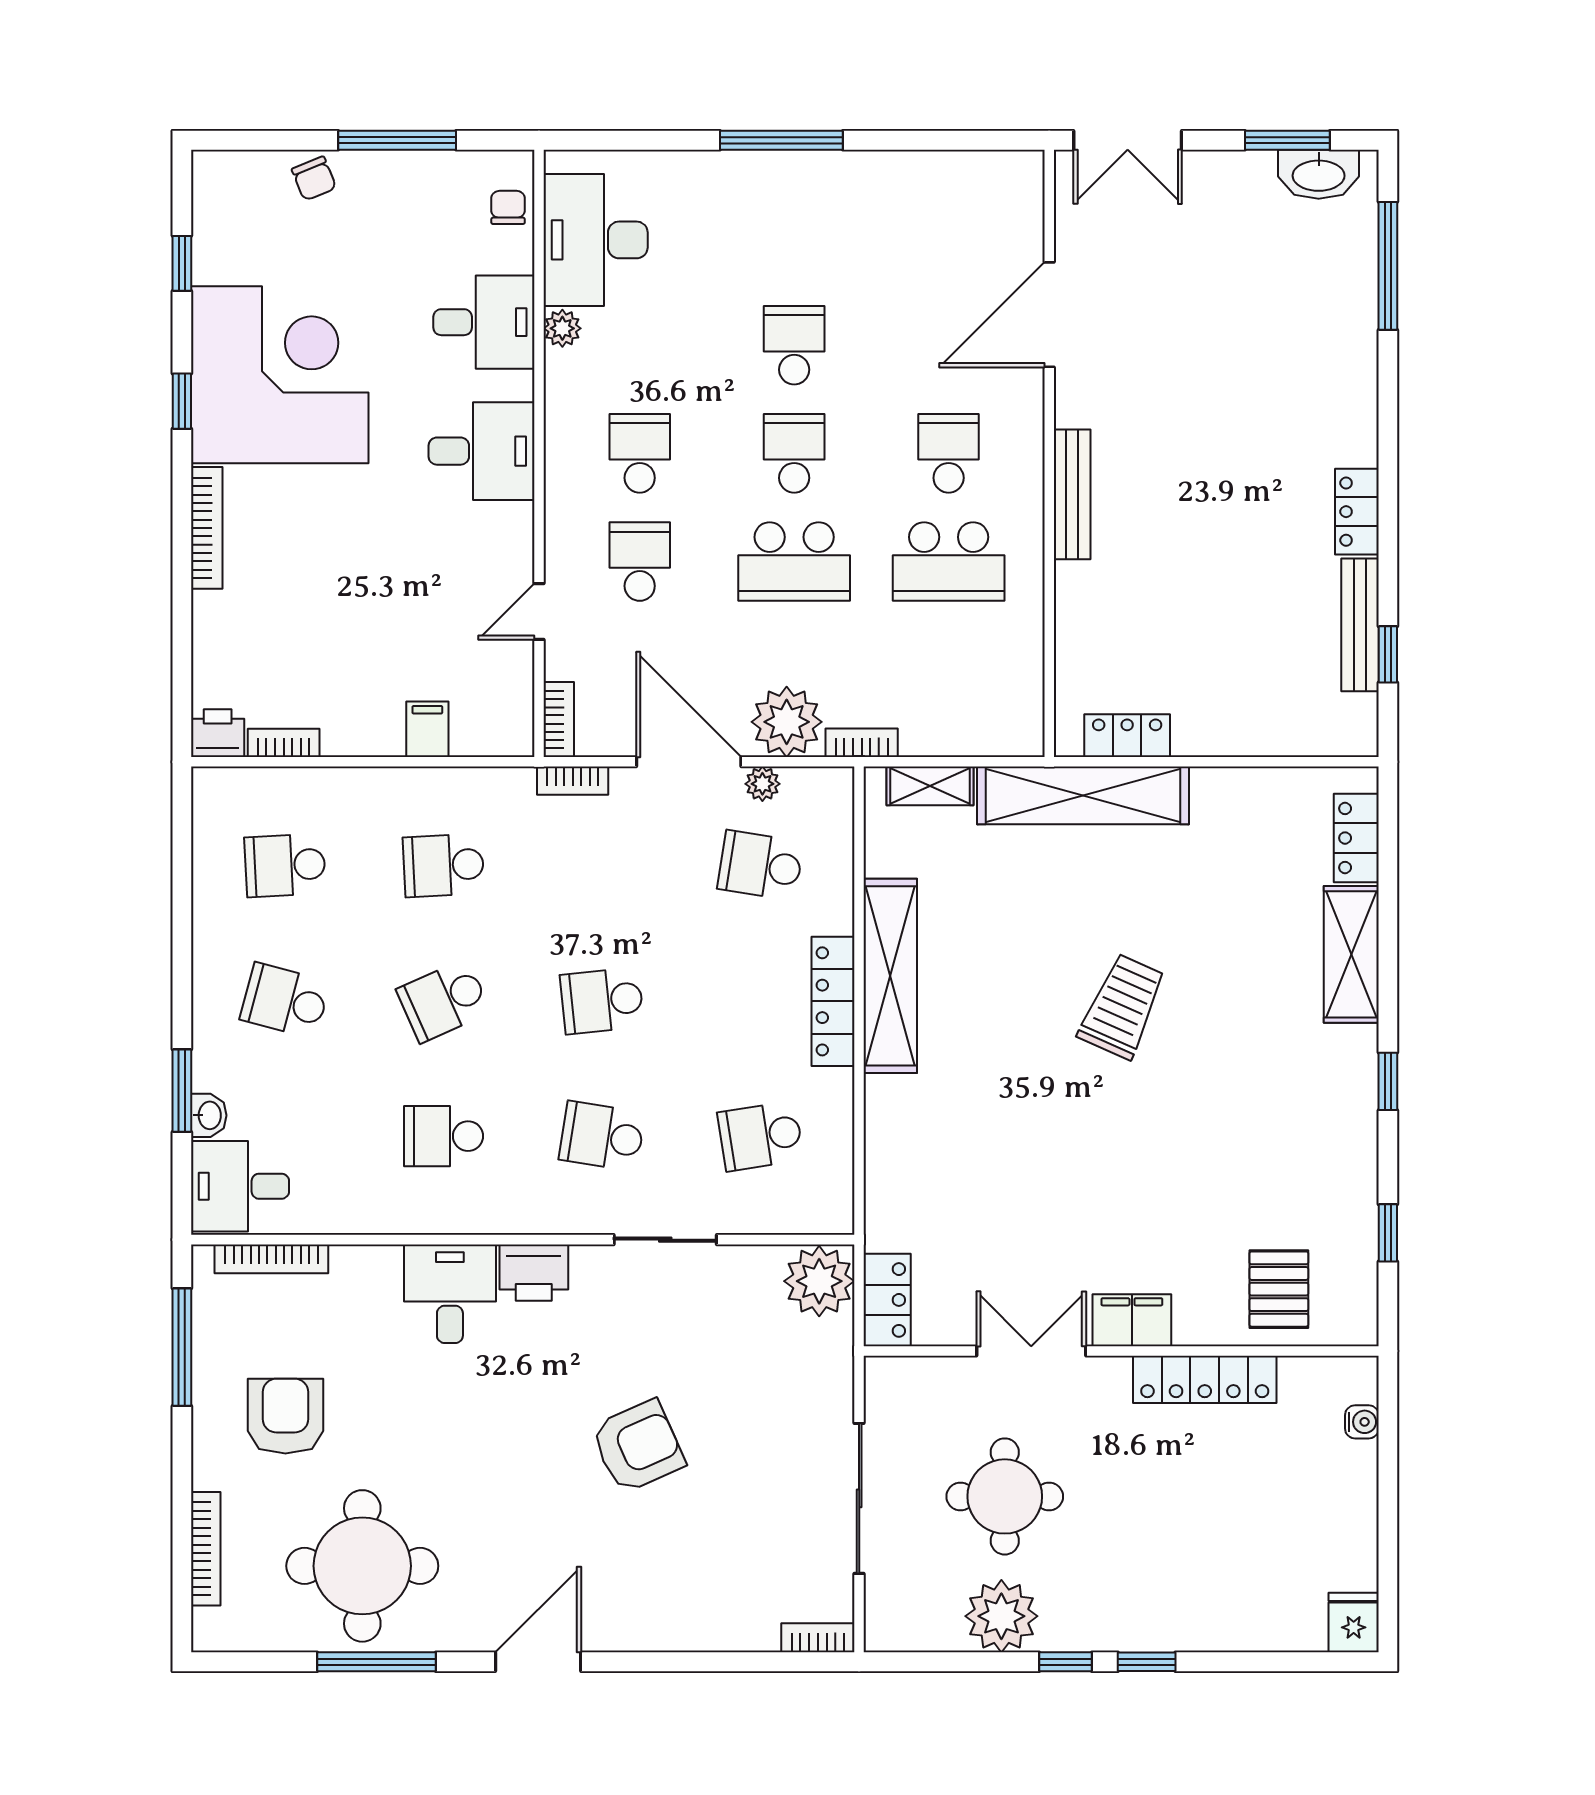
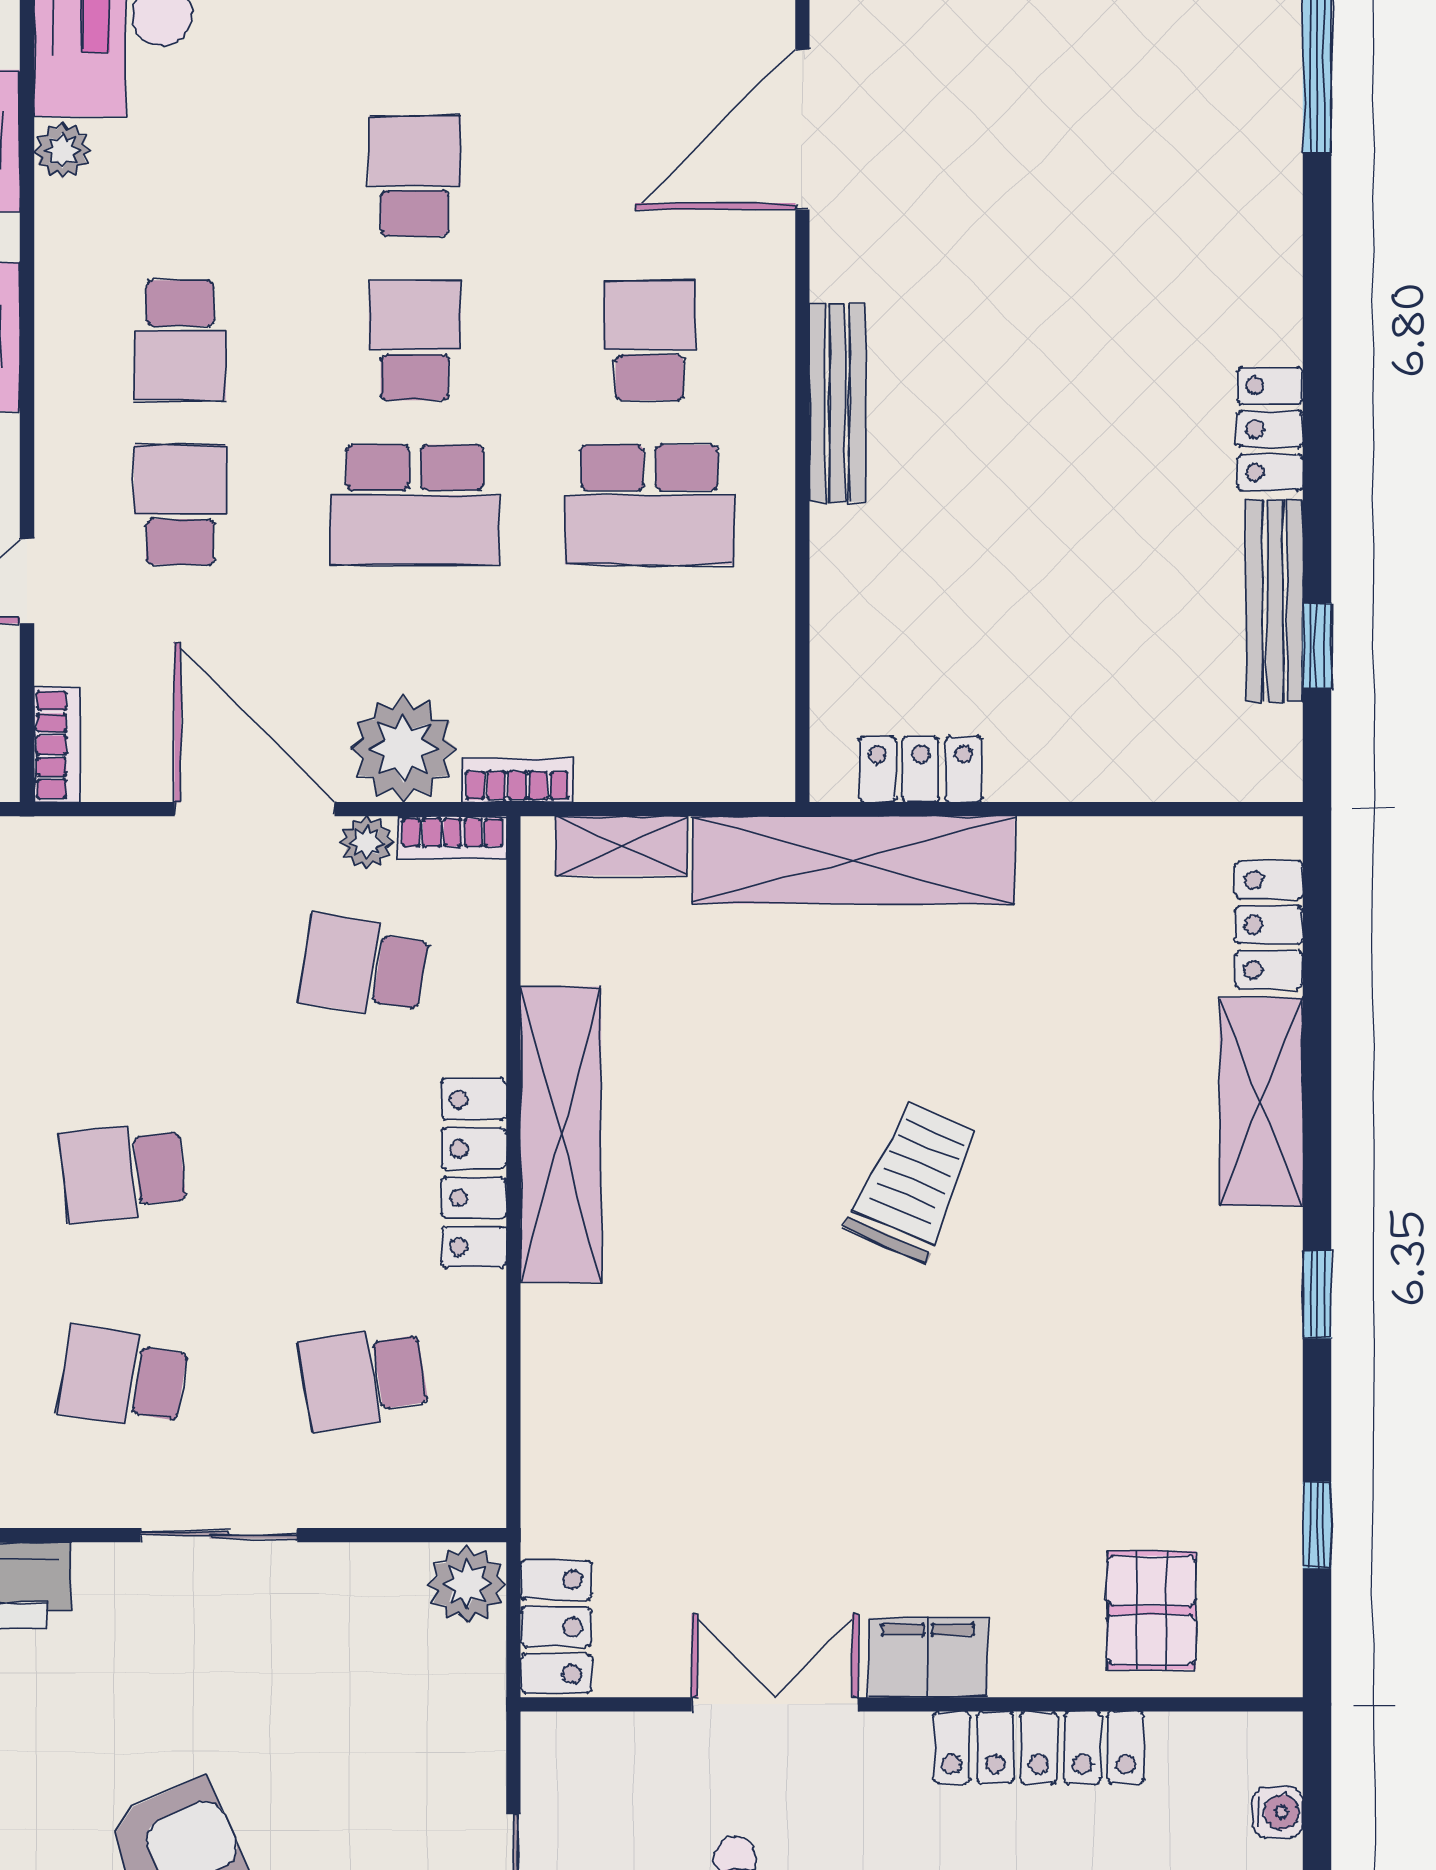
school desk: (640, 453) -> (180, 340), turned 180
bookcase: (573, 781) -> (452, 838), moved
plant: (819, 1281) -> (467, 1584), width x0.73, depth x0.73

